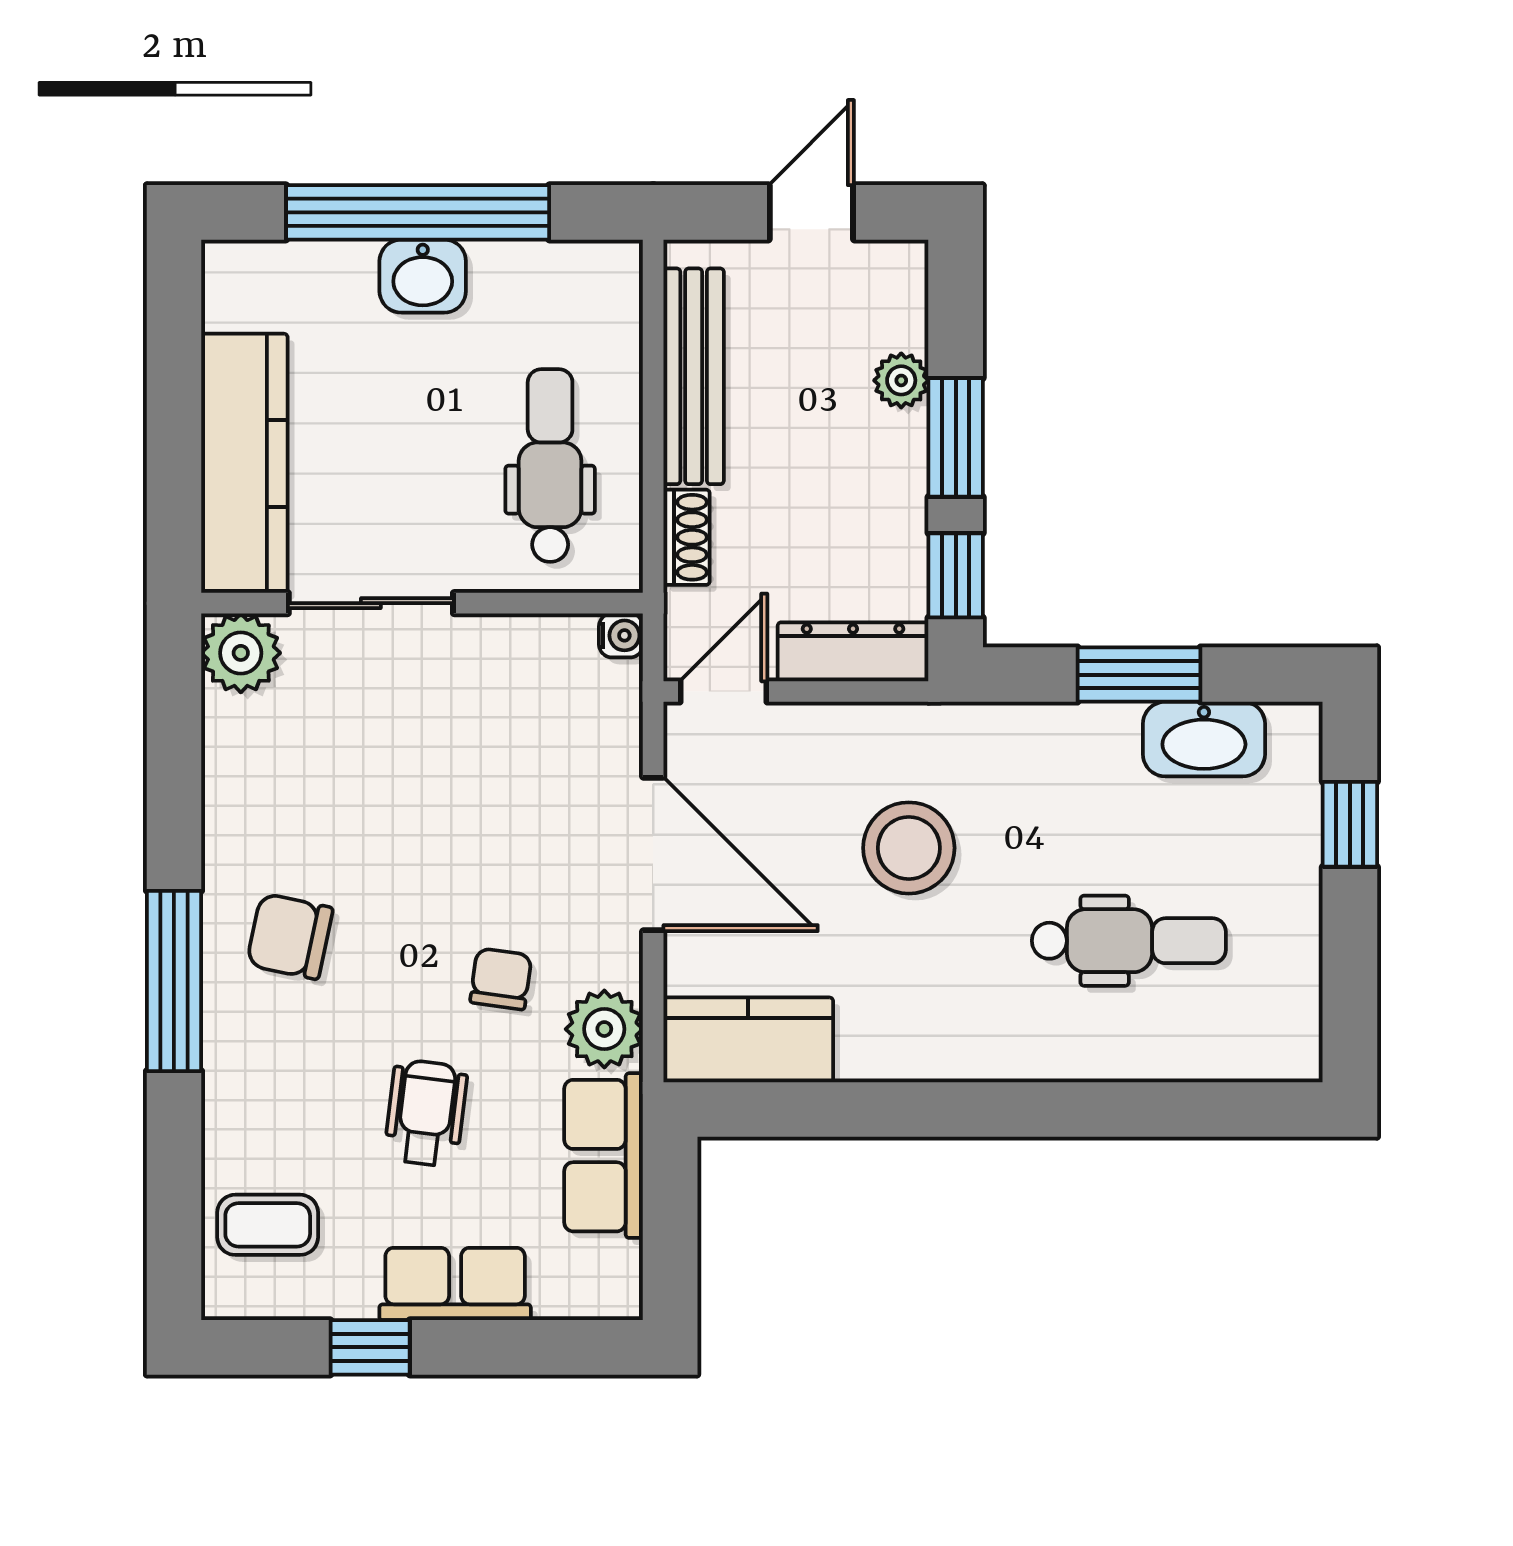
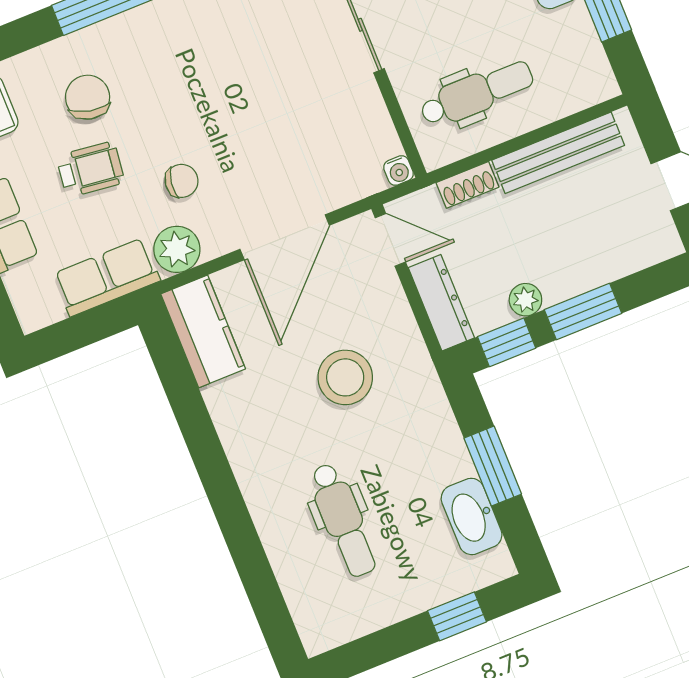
plant: (901, 380) -> (525, 300), moved
chair: (290, 936) -> (88, 97), moved

